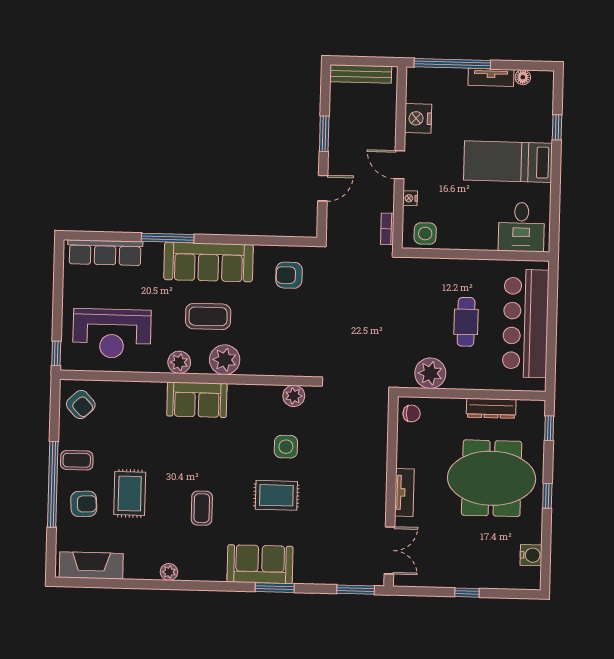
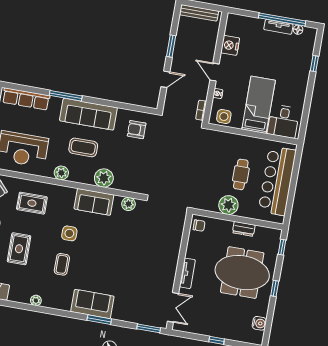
window: (452, 64) -> (282, 19), moved
bed: (508, 162) -> (259, 105), moved, turned 90
plant: (225, 360) -> (104, 178), moved
plant: (430, 373) -> (228, 205), moved
sofa: (197, 400) -> (94, 202), moved
dresser: (491, 408) -> (244, 229), width x0.70
side table: (286, 447) -> (69, 233), moved
rug: (276, 495) -> (32, 203), moved

